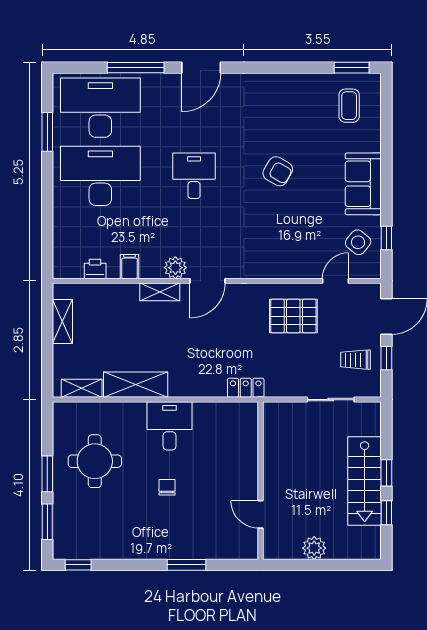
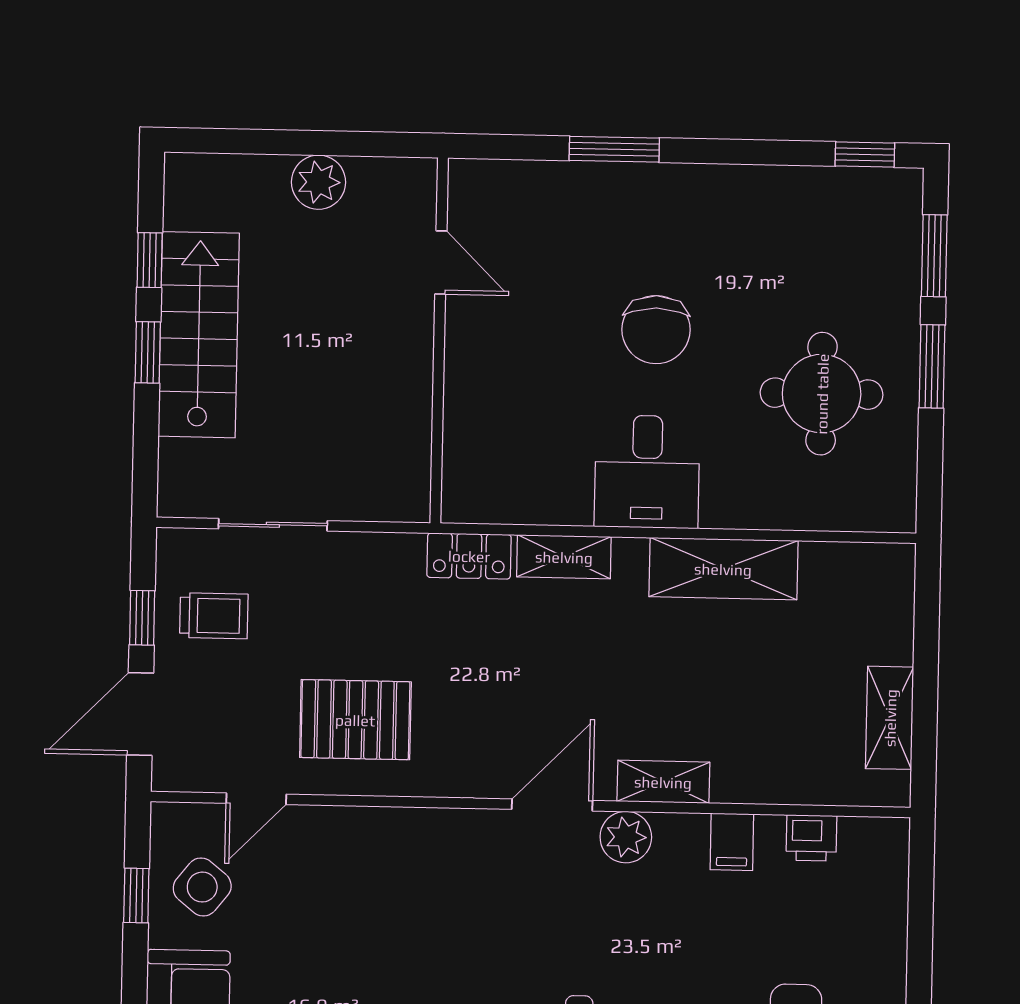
shelving: (82, 388) -> (564, 557), moved
chair: (167, 487) -> (656, 330), width x1.87, depth x1.87

